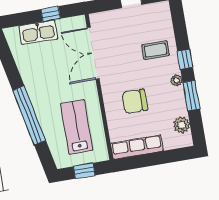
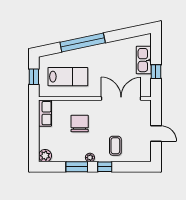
plant: (182, 125) -> (45, 156), moved
row of seats: (137, 147) -> (45, 113), width x0.68

